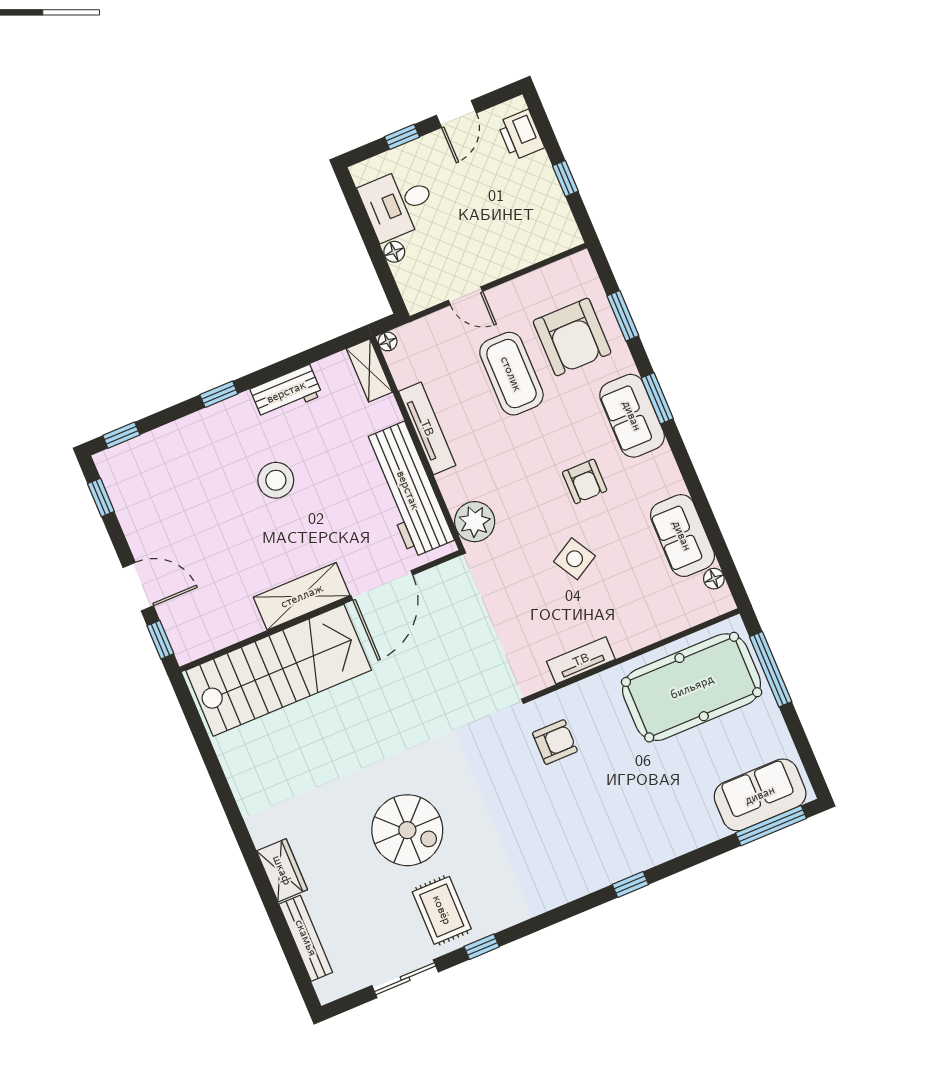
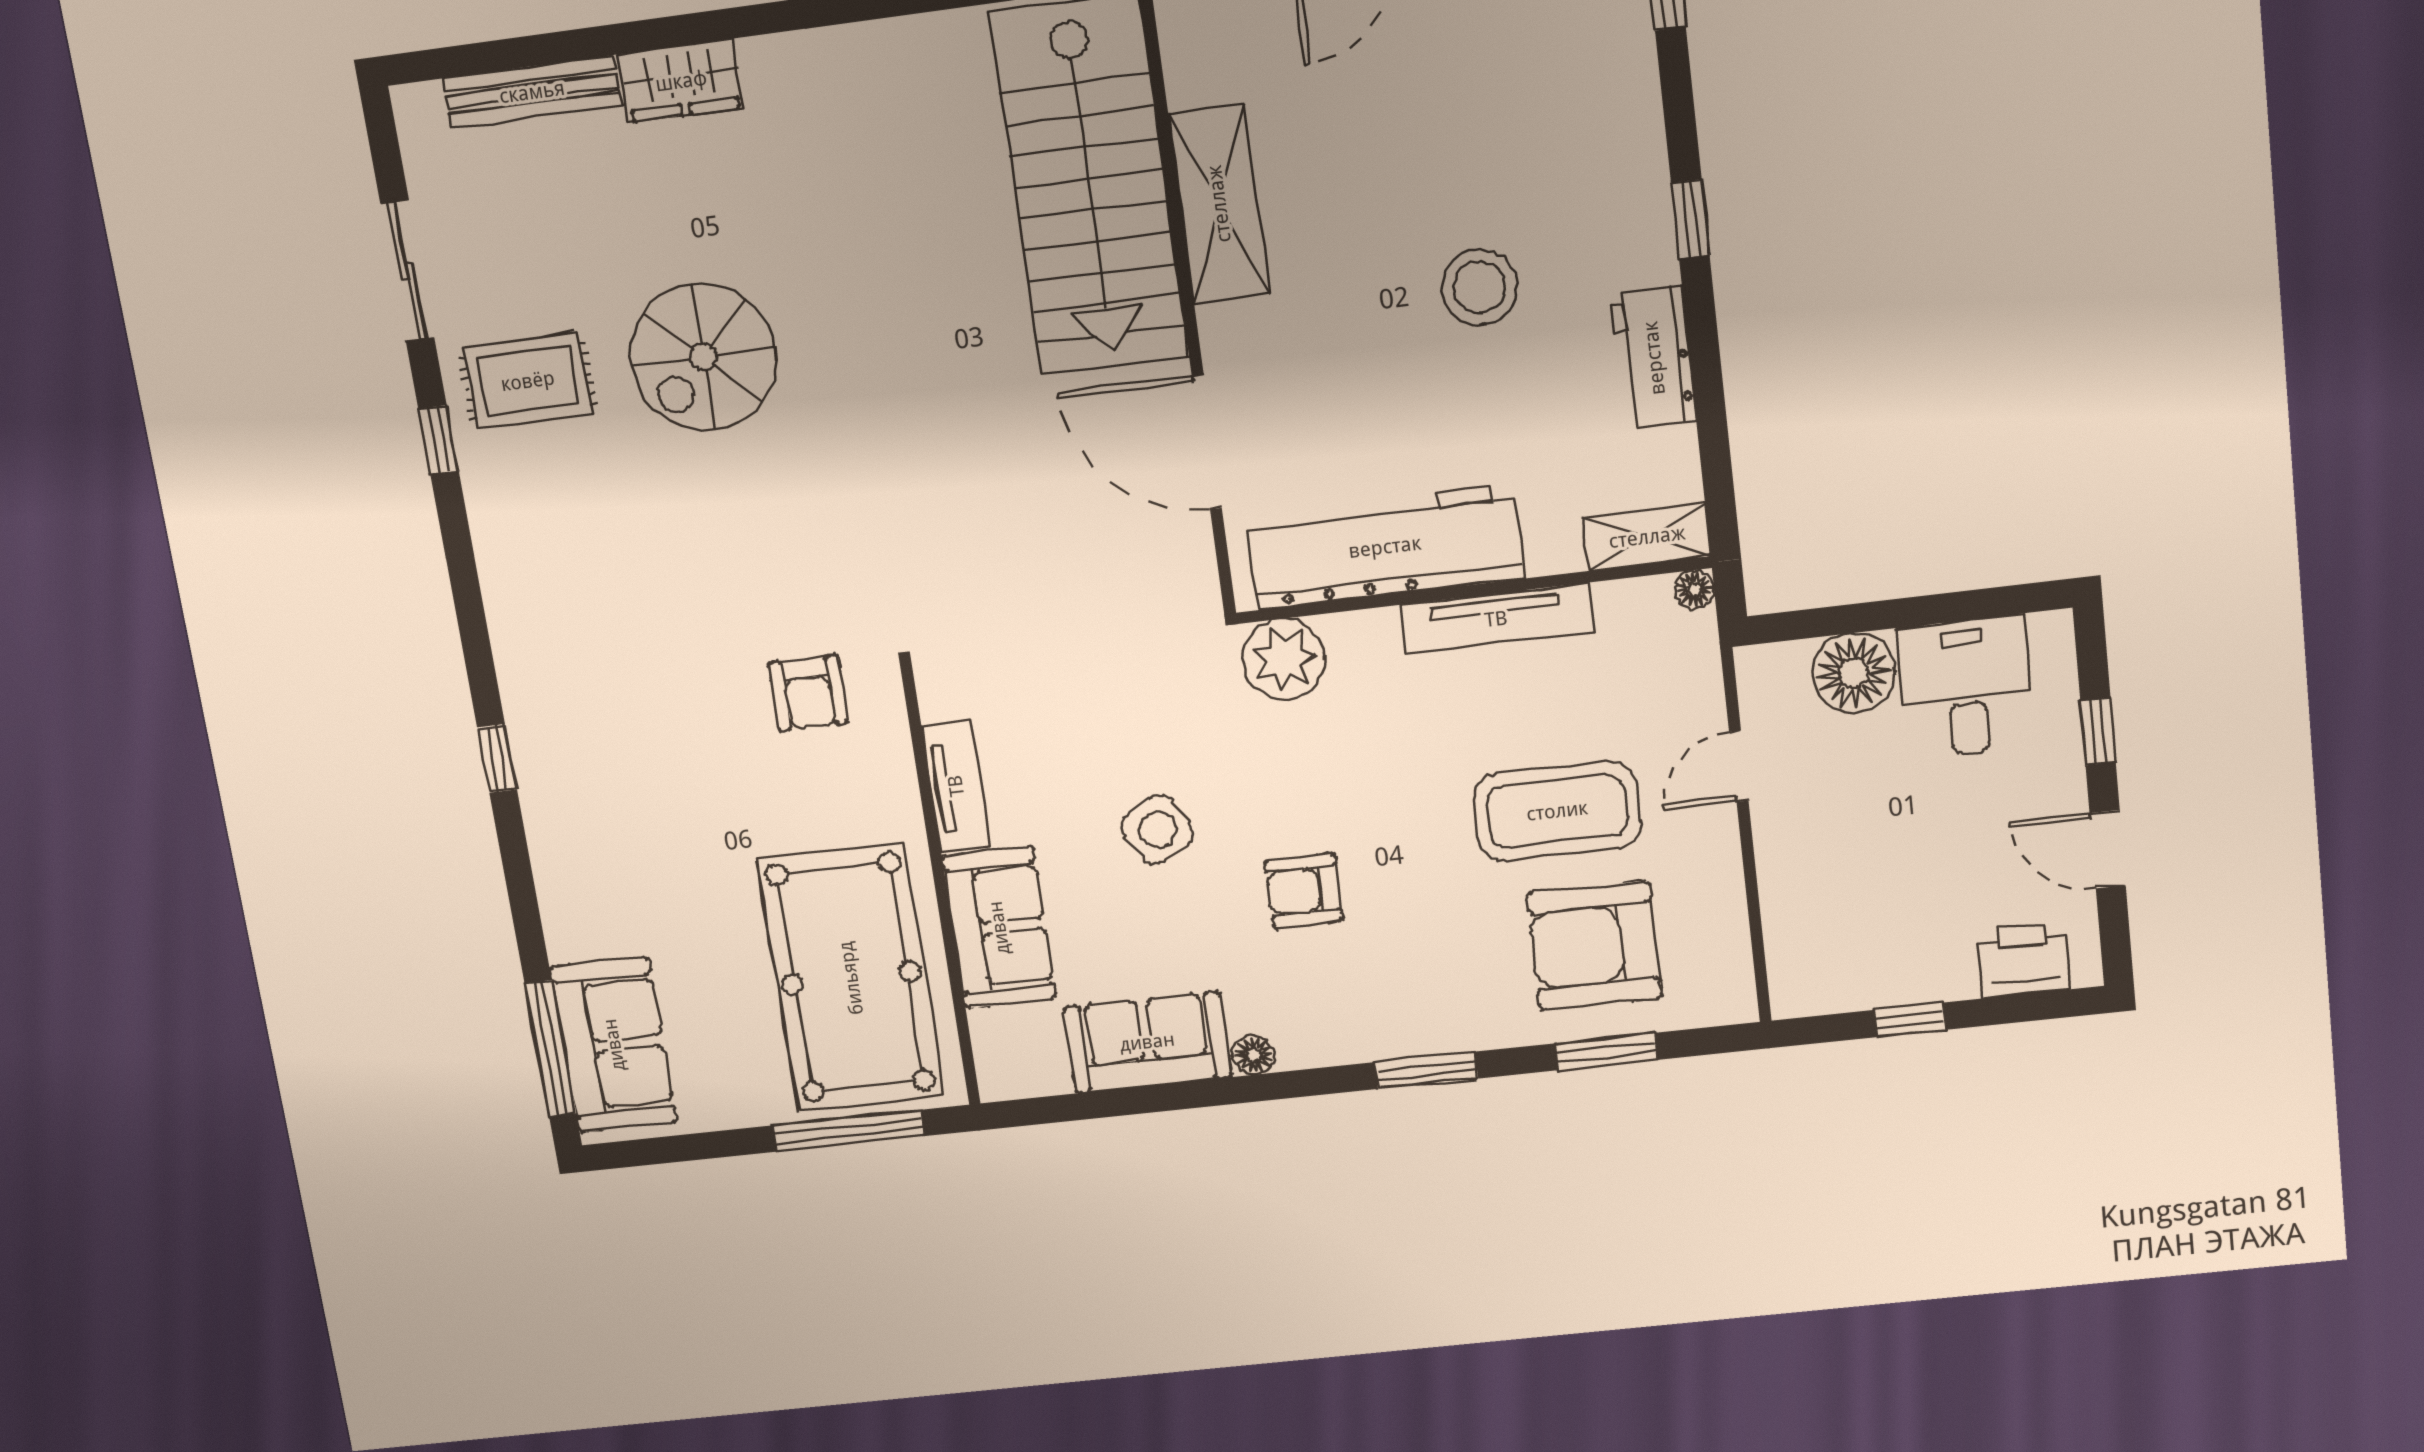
floor lamp: (394, 252) -> (1854, 673), width x1.89, depth x1.89
sofa: (632, 416) -> (999, 928), moved, turned 90
floor lamp: (714, 579) -> (1254, 1055), moved
shelving: (302, 596) -> (1219, 204), moved

